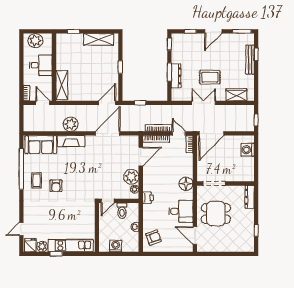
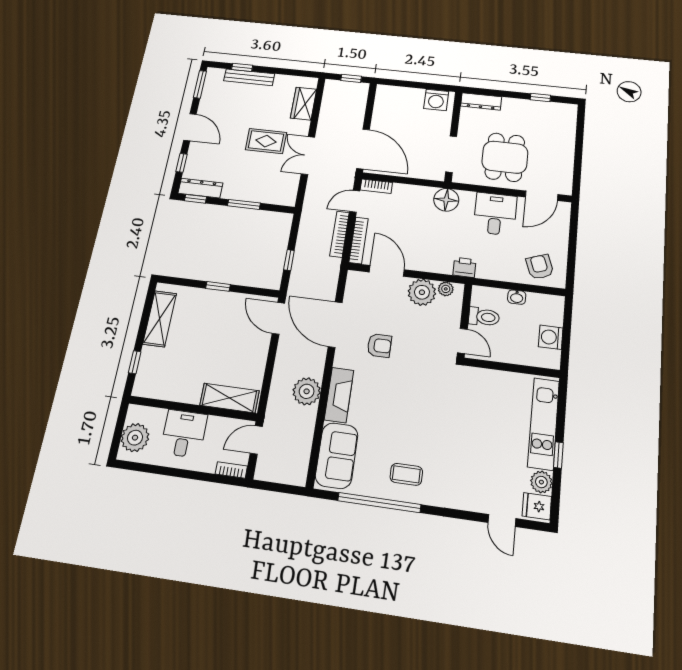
dresser: (176, 76) -> (200, 188), moved
rug: (210, 77) -> (266, 141), turned 90
washing machine: (248, 150) -> (436, 100), moved
armchair: (56, 186) -> (379, 346), moved

